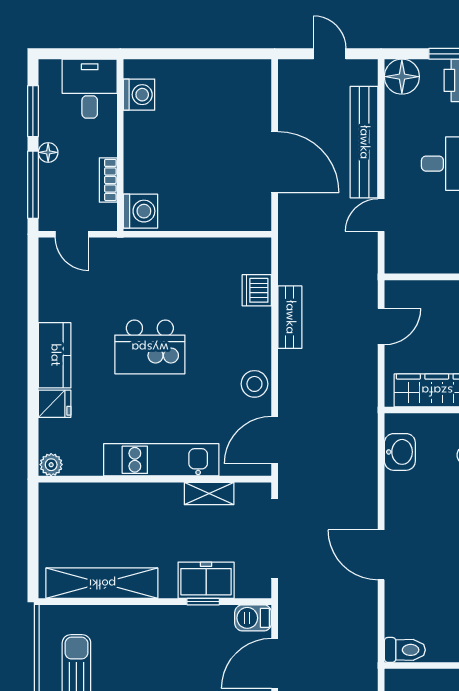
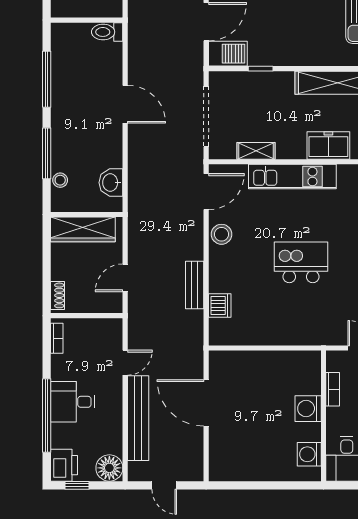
washing machine: (141, 211) -> (308, 409), moved
freezer: (206, 580) -> (328, 146), moved, turned 180
barbecue: (253, 618) -> (228, 54), width x1.38, depth x1.27

